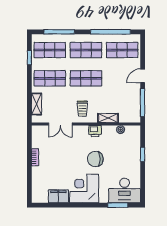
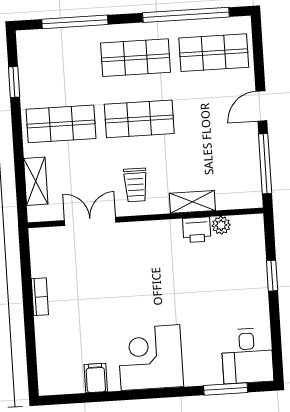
shop shelf: (50, 50) -> (57, 63), removed
double door: (60, 124) -> (90, 221), swing flipped
printer: (95, 131) -> (197, 230), moved
chair: (95, 159) -> (170, 292), removed
desk: (125, 190) -> (247, 356), width x0.73
filing cabinet: (58, 196) -> (96, 378), width x0.50

